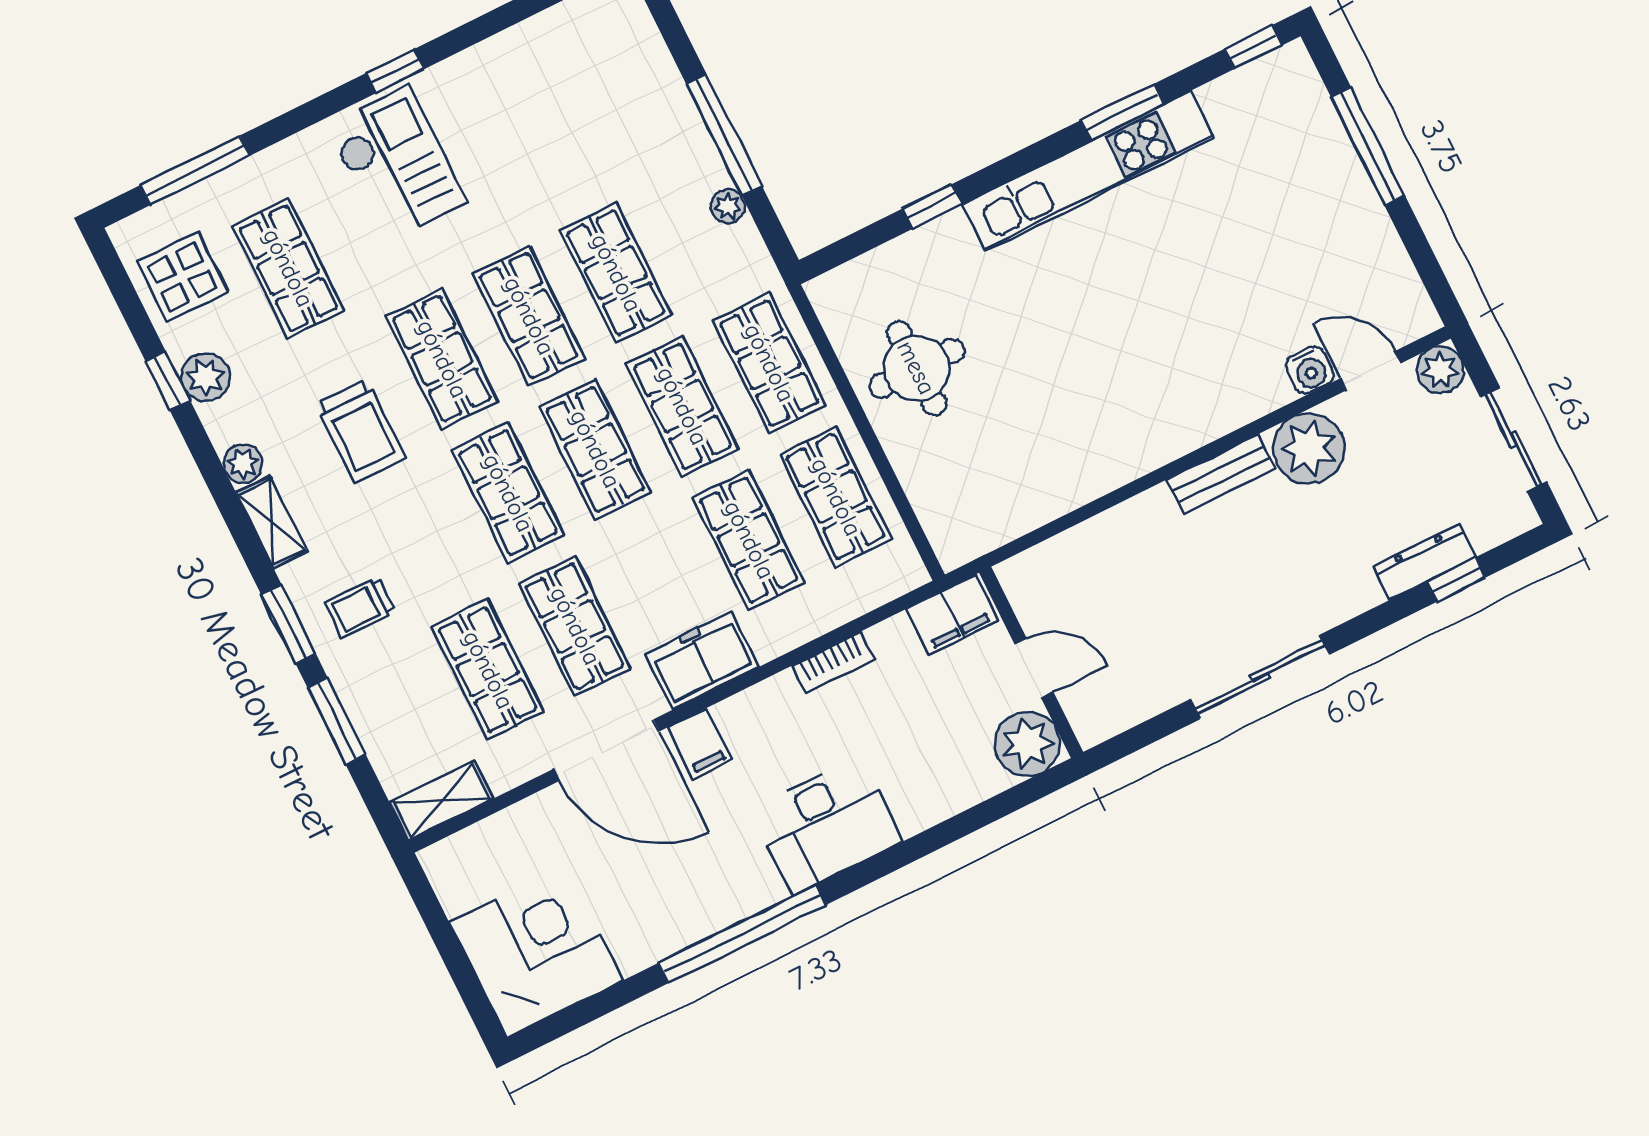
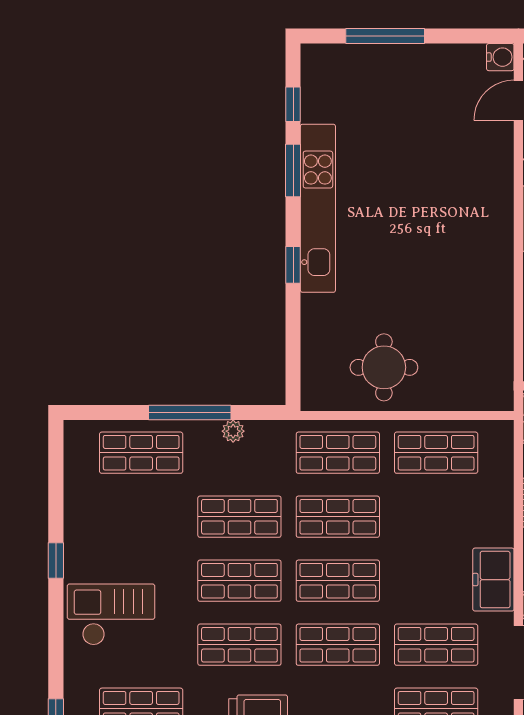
window: (1253, 47) -> (293, 104), moved
window: (395, 71) -> (56, 560), moved
window: (932, 206) -> (293, 265), moved
water cooler: (1310, 370) -> (500, 57), moved
shop shelf: (749, 540) -> (141, 453), moved

